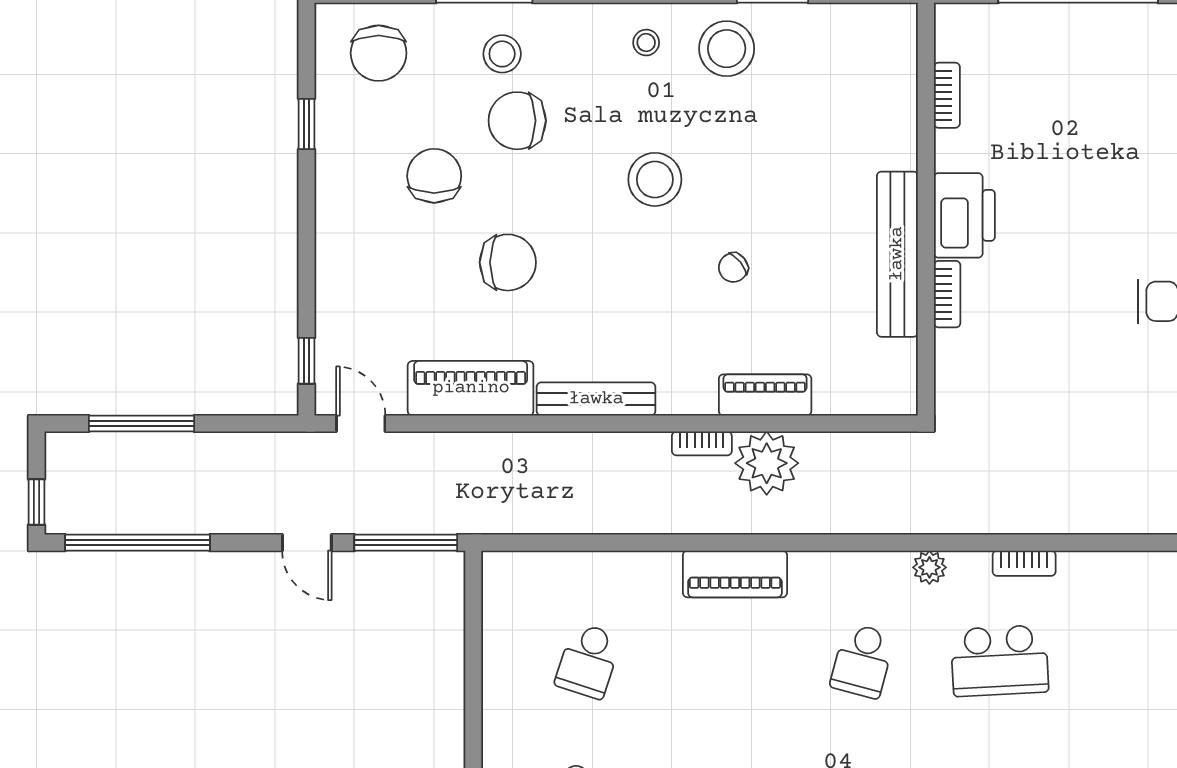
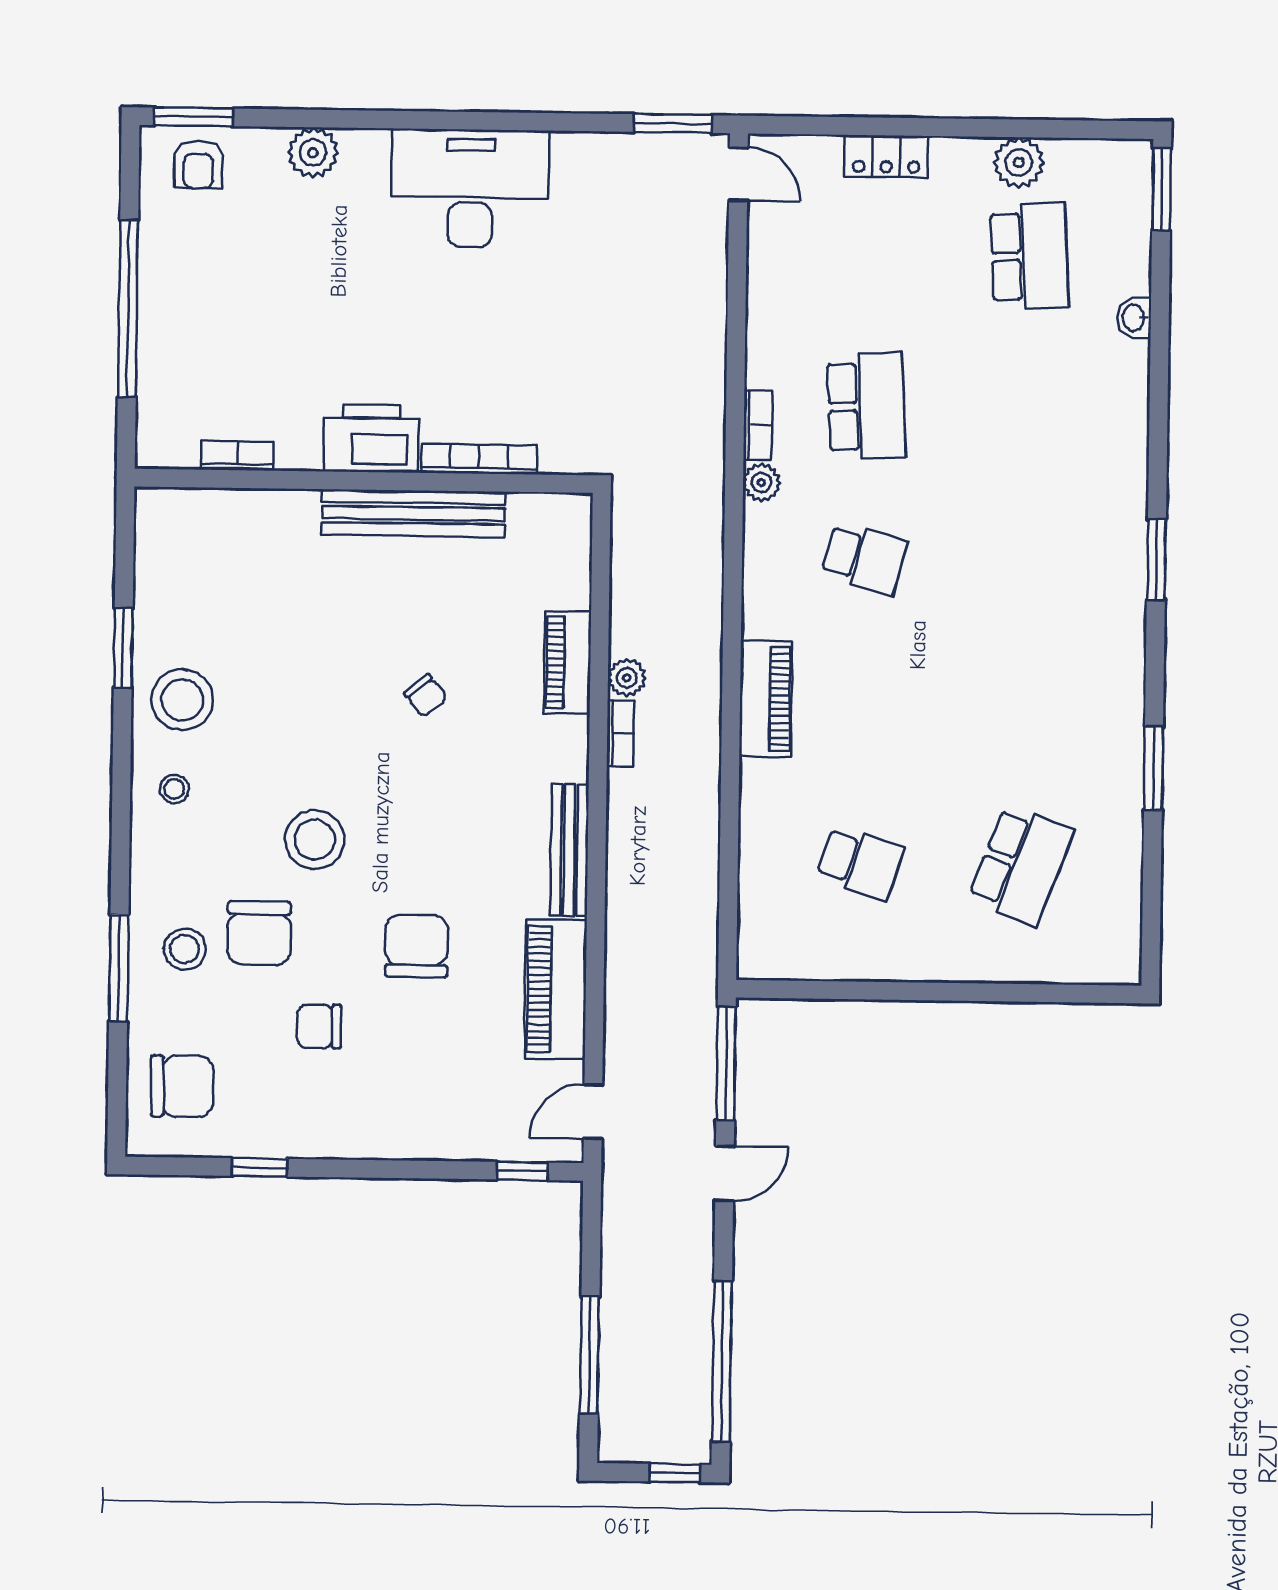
chair: (434, 176) -> (319, 1026), width x0.73, depth x0.73
stool: (655, 179) -> (315, 840), moved
bookcase: (947, 294) -> (479, 459), width x1.56
plant: (767, 463) -> (627, 678), width x0.53, depth x0.53
bookcase: (1024, 563) -> (758, 425), moved

